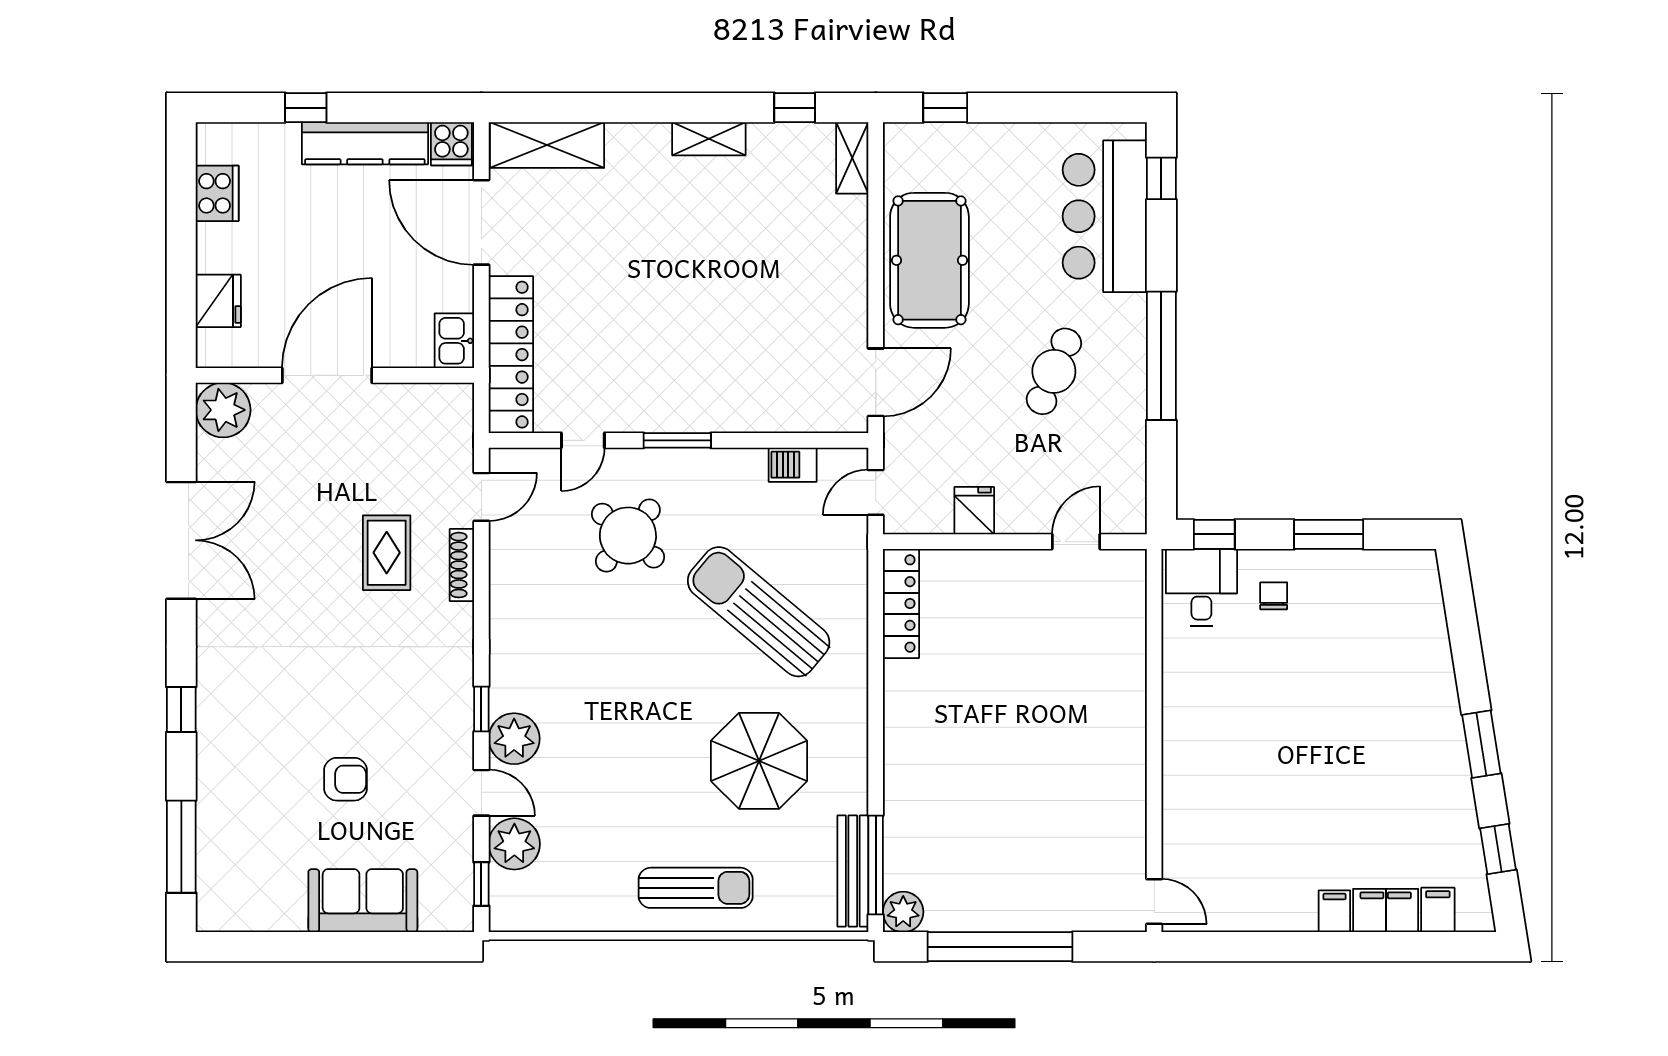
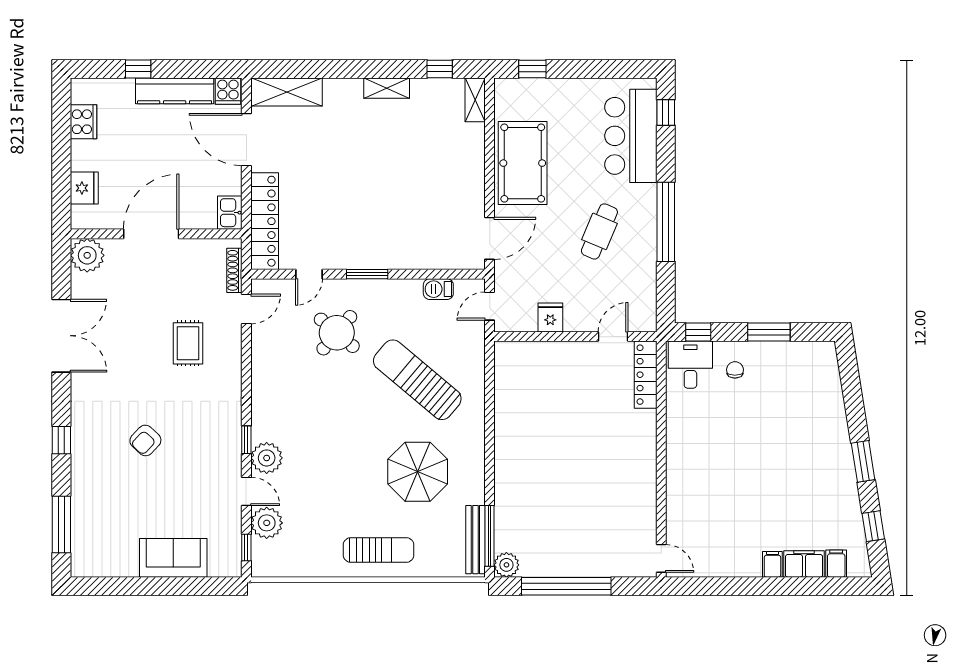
shoe rack: (462, 565) -> (234, 270), moved
locker: (901, 603) -> (646, 375), moved, turned 180
armchair: (346, 779) -> (145, 440), moved, turned 133

